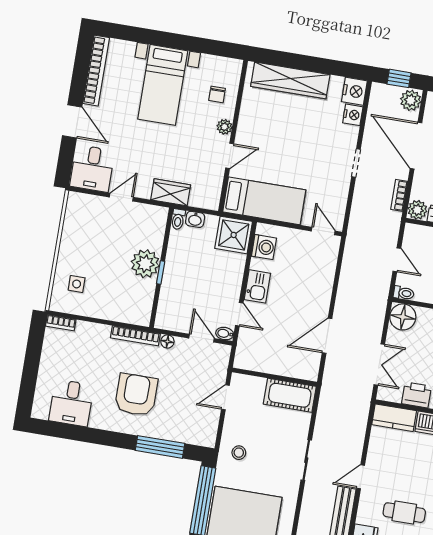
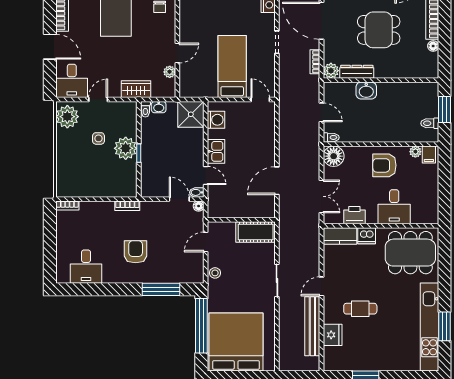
plant: (224, 127) -> (170, 72), moved
bed: (264, 201) -> (232, 67), moved, turned -90
plant: (79, 212) -> (67, 117), added
side table: (77, 284) -> (98, 138), moved
bookcase: (135, 336) -> (127, 206), width x0.64
floor lamp: (167, 341) -> (199, 206), moved
armchair: (136, 395) -> (136, 252), width x0.73, depth x0.73
stool: (239, 453) -> (215, 273), moved

